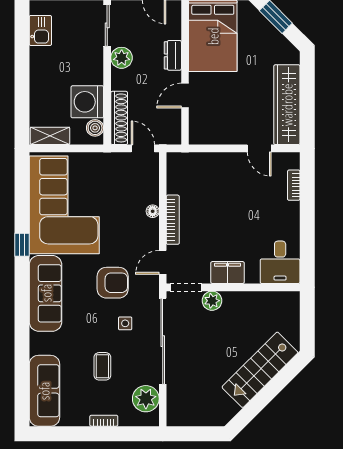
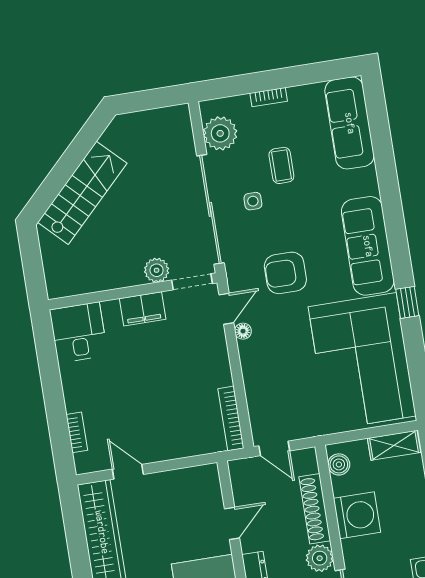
washing machine: (87, 102) -> (357, 515), moved
shoe rack: (119, 118) -> (315, 509), moved
floor lamp: (153, 211) -> (243, 331), moved
bookcase: (173, 220) -> (231, 418), moved
side table: (125, 323) -> (253, 201), moved

